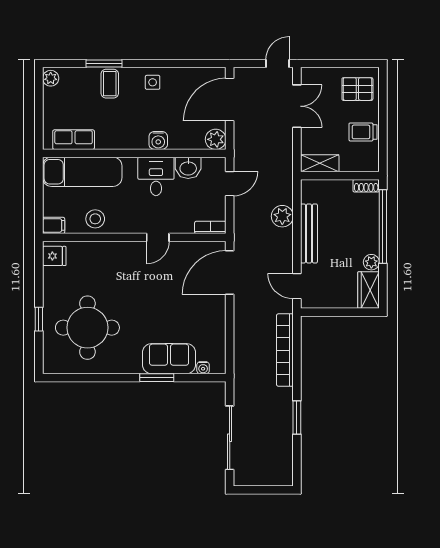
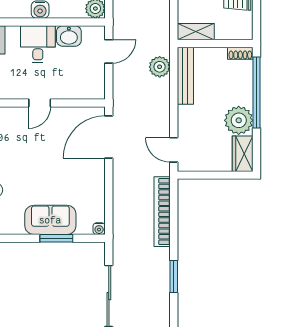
plant: (282, 216) -> (160, 67), moved
bookcase: (210, 227) -> (90, 93), removed
bench: (309, 233) -> (185, 76), moved
plant: (371, 262) -> (239, 120), width x1.88, depth x1.88
water cooler: (203, 368) -> (99, 229), moved
window: (157, 378) -> (56, 238), moved

